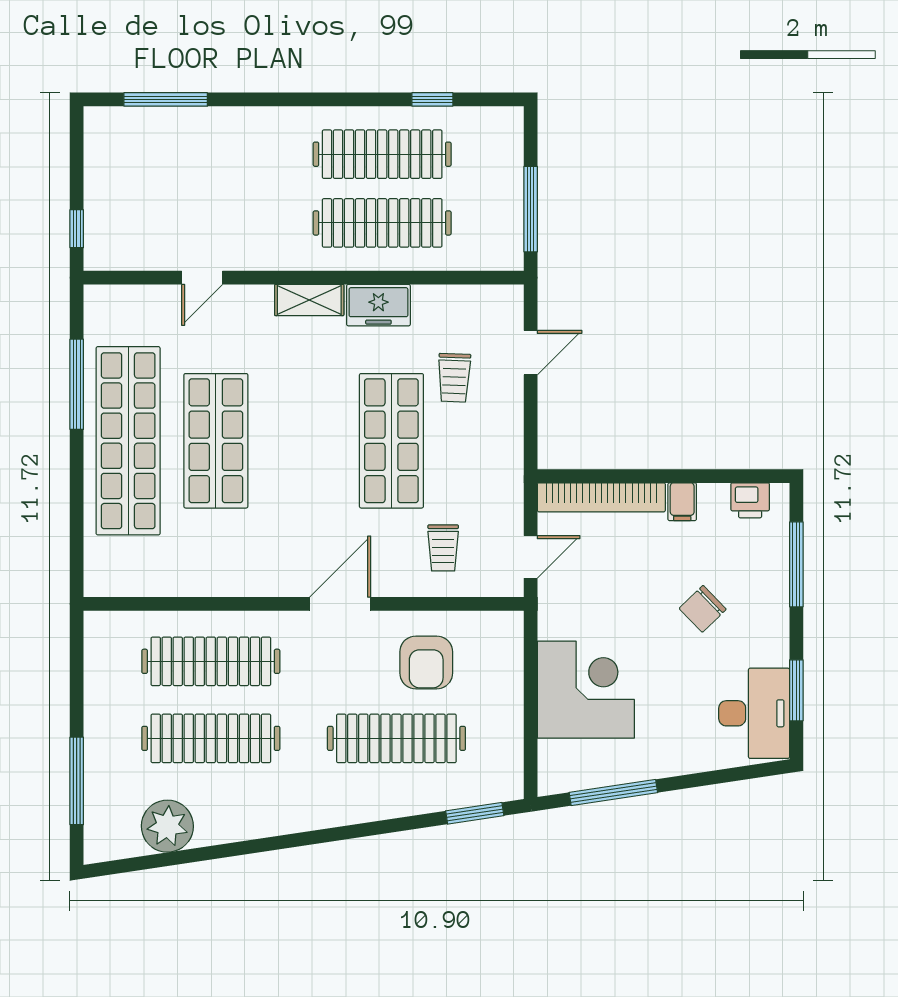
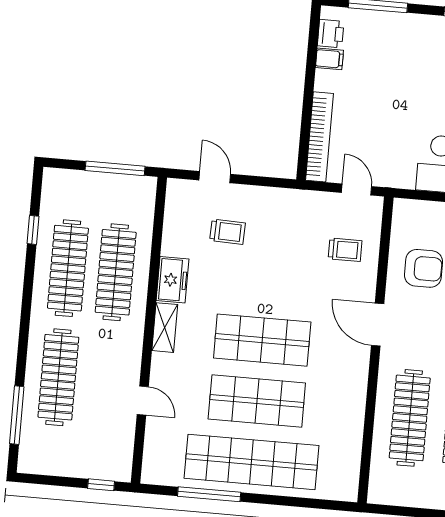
clothes rail: (225, 154) -> (58, 377), added
shop shelf: (391, 441) -> (262, 340), moved
filing cabinet: (682, 502) -> (329, 59), moved
chair: (703, 609) -> (403, 73), removed

